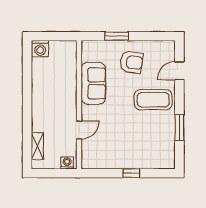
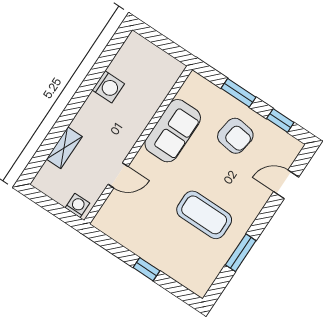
window: (152, 36) -> (280, 121), added
washing machine: (40, 48) -> (108, 87), moved, turned -90
coffee table: (153, 100) -> (204, 215), moved
shelving: (37, 146) -> (64, 148), moved

